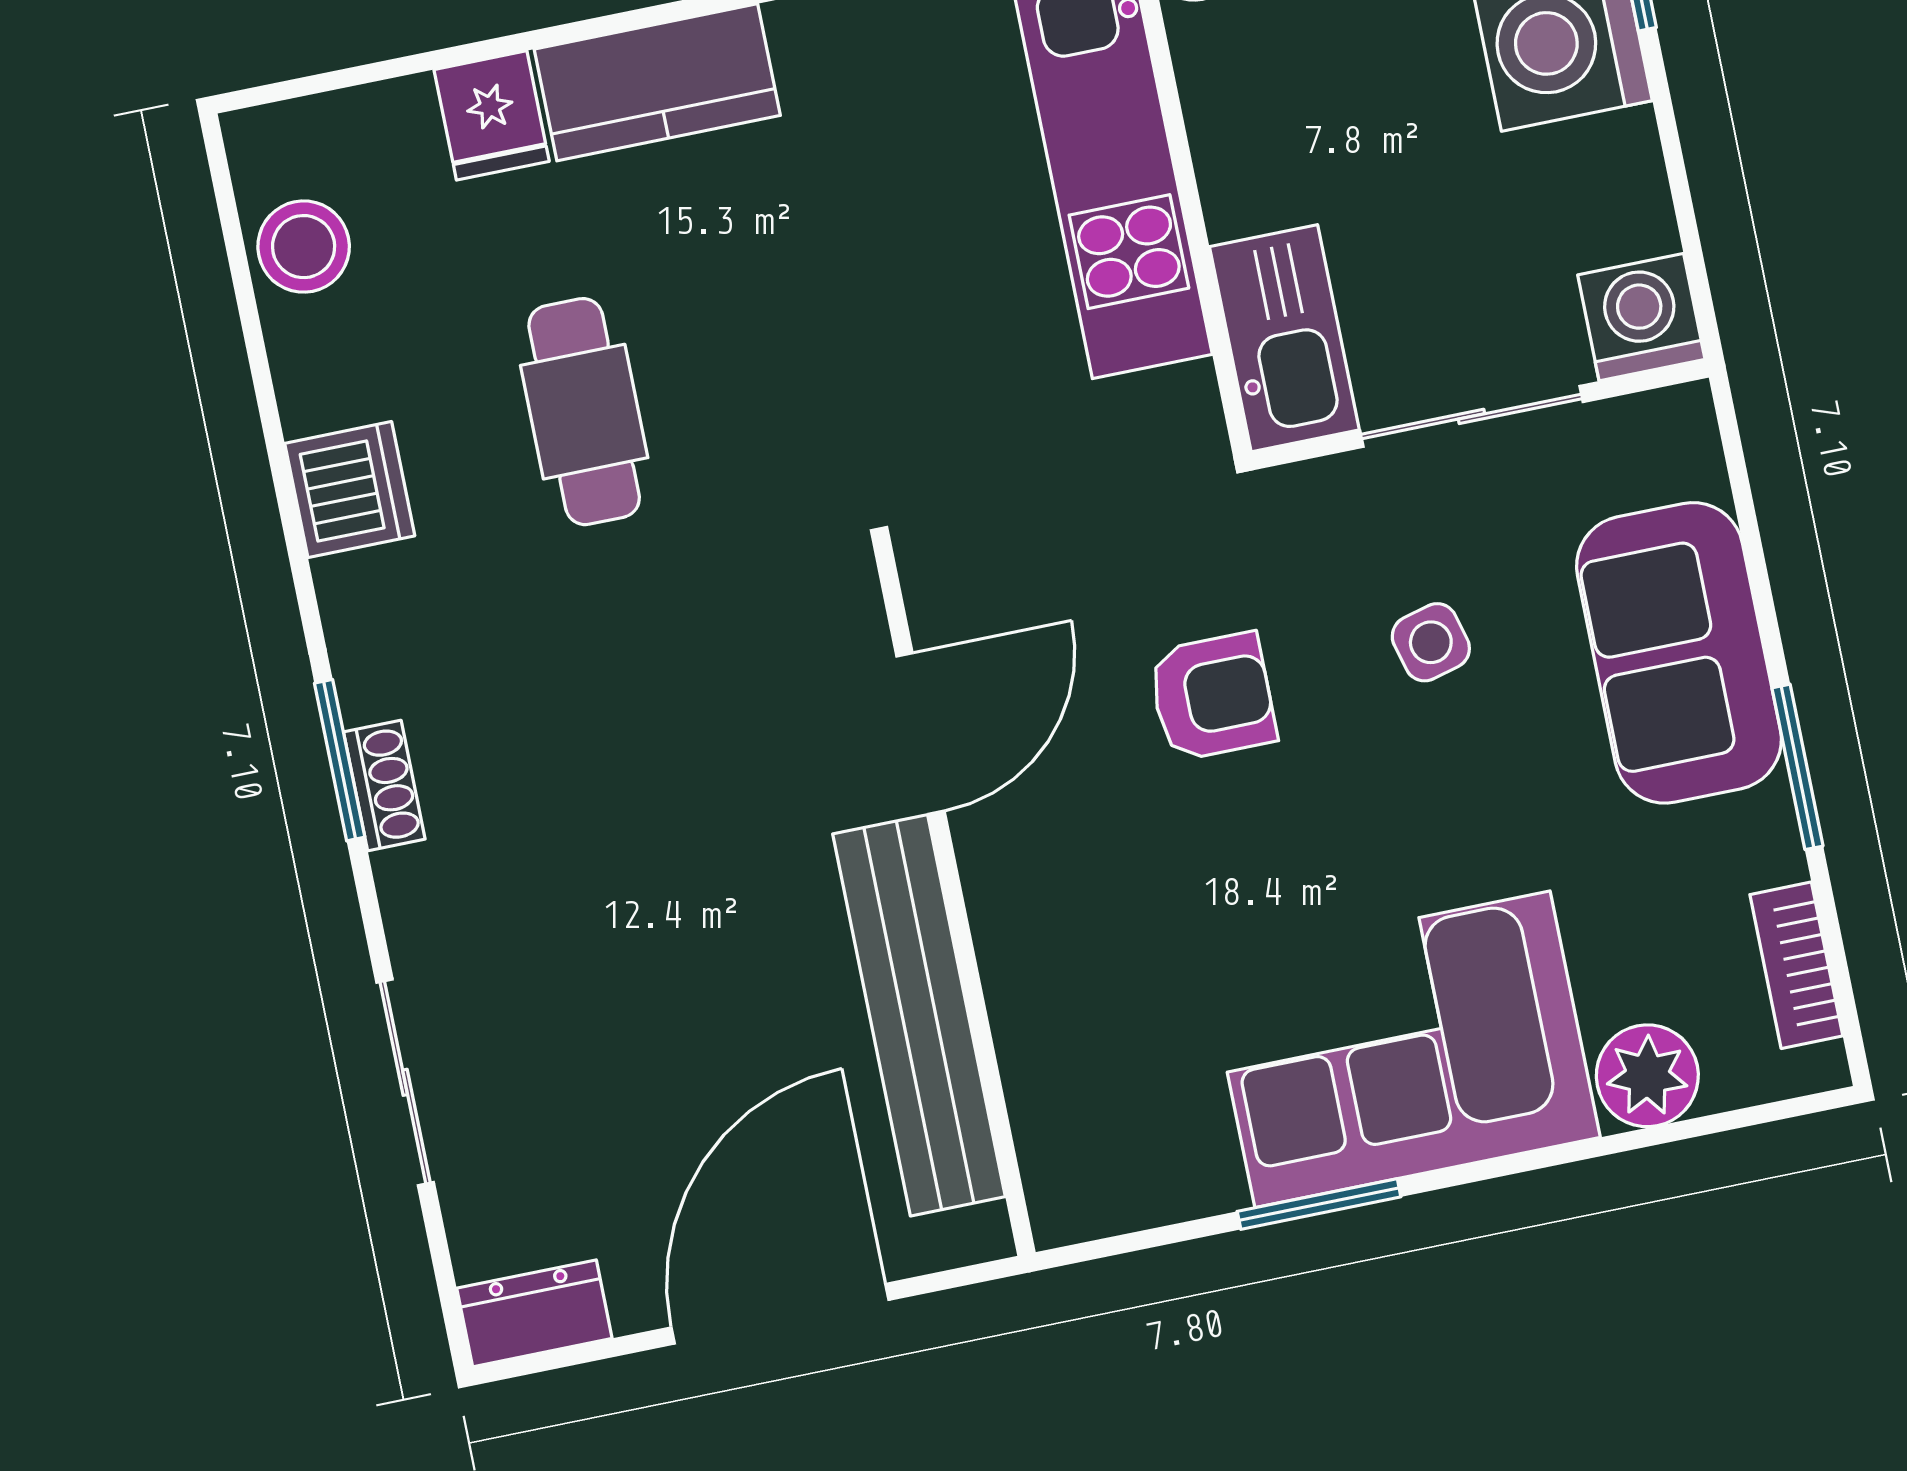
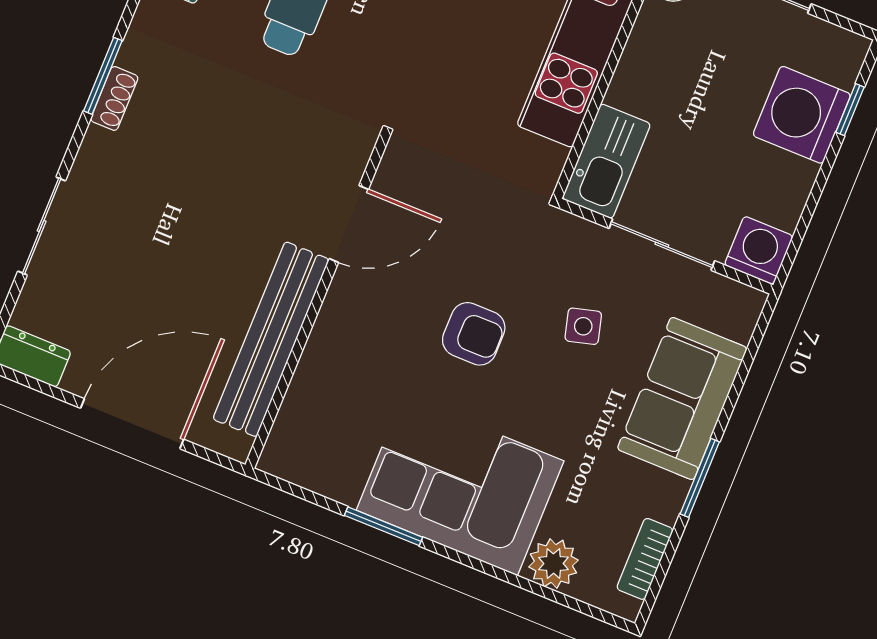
armchair: (1212, 697) -> (474, 334), moved

